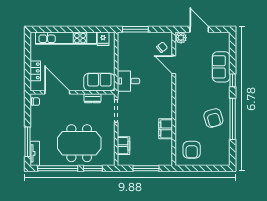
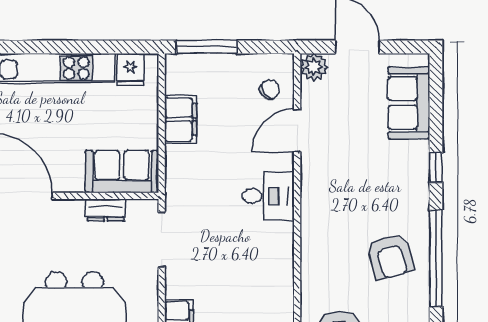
door: (174, 65) -> (297, 131), hinge flipped
sofa: (221, 67) -> (409, 103), moved
desk: (129, 81) -> (268, 196), moved, turned 180
filing cabinet: (166, 129) -> (180, 119), moved, turned 180

